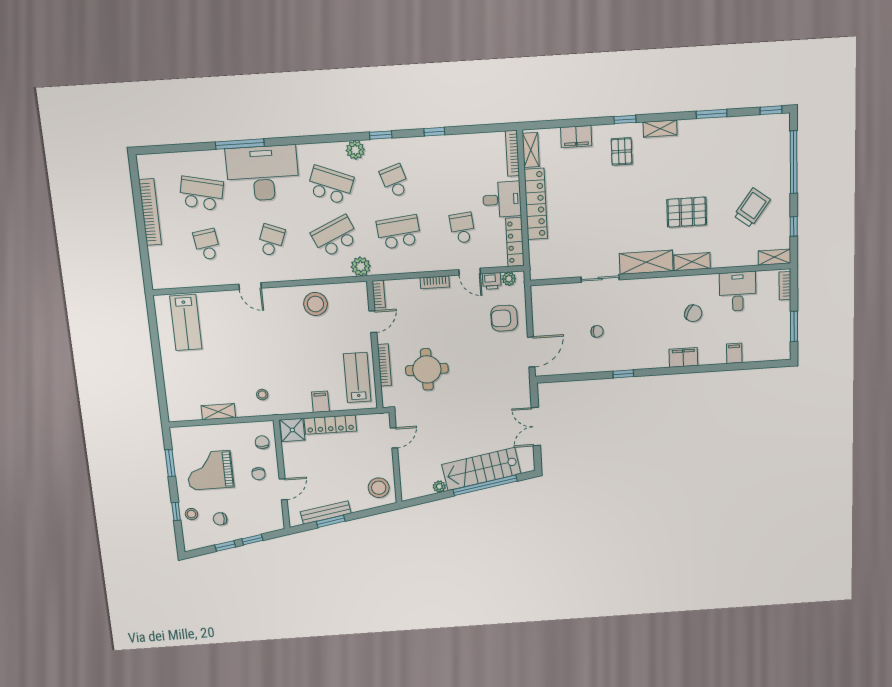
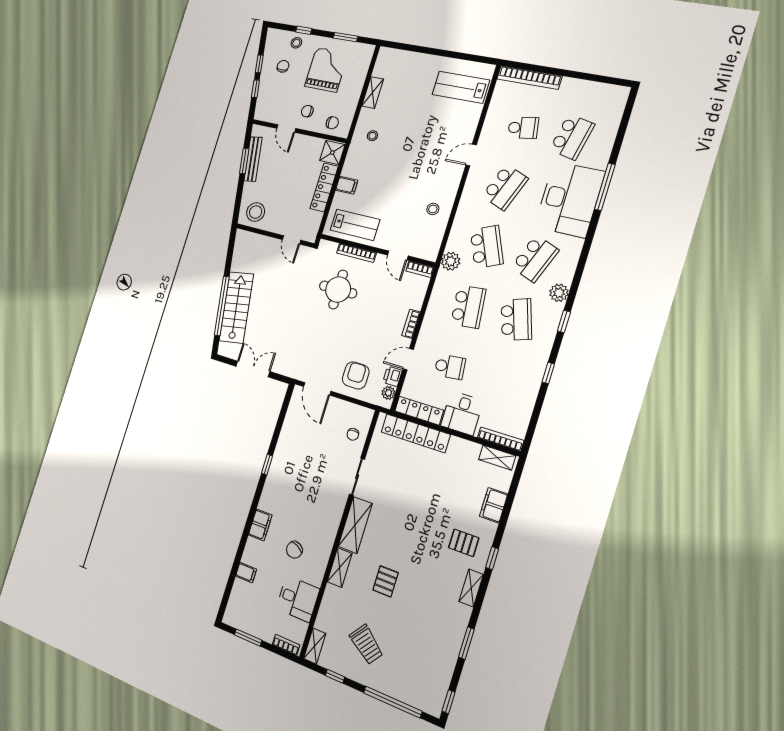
school desk: (395, 181) -> (516, 320), width x1.85
locker: (536, 204) -> (415, 433), moved
bookcase: (150, 212) -> (529, 78), moved
pallet: (687, 212) -> (386, 581), width x0.67, depth x0.71
school desk: (271, 240) -> (505, 187), width x1.85
stool: (316, 304) -> (433, 209), width x0.53, depth x0.53
chair: (597, 331) -> (353, 434), moved
plant: (439, 487) -> (236, 265), removed

